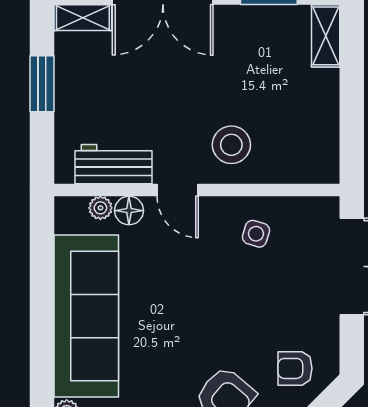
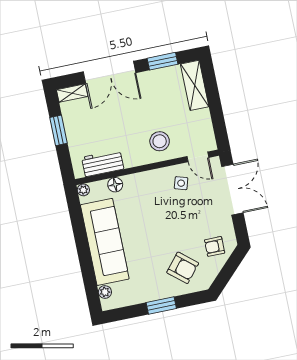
shelving: (326, 36) -> (195, 85), width x1.50, depth x1.33
door: (178, 190) -> (198, 157), moved
plant: (100, 208) -> (83, 190), moved

